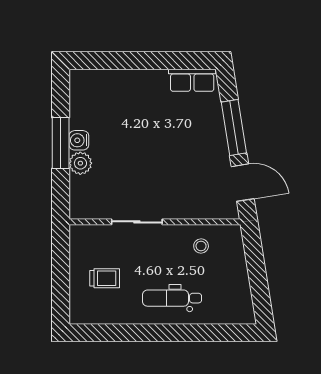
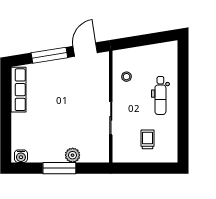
row of seats: (192, 80) -> (19, 90), width x1.48
water cooler: (79, 140) -> (21, 156), moved

